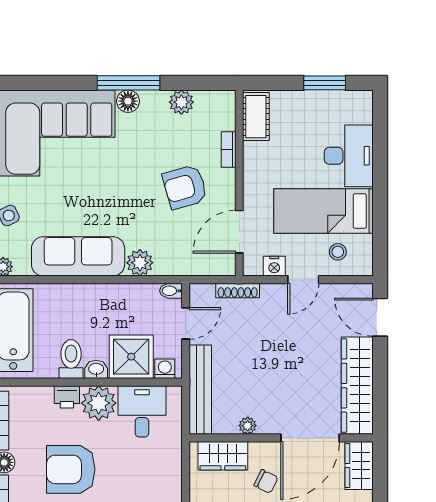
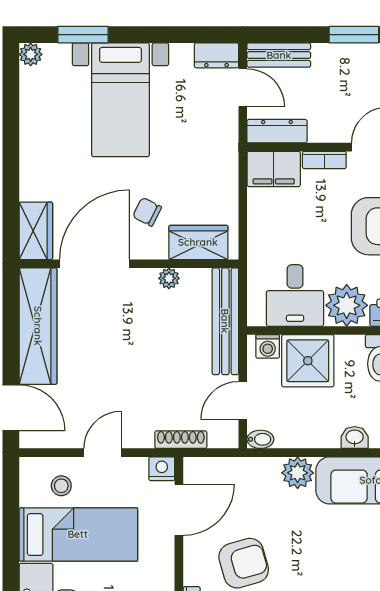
nightstand: (274, 266) -> (162, 469), moved
washbasin: (96, 369) -> (355, 438), moved, turned 180

